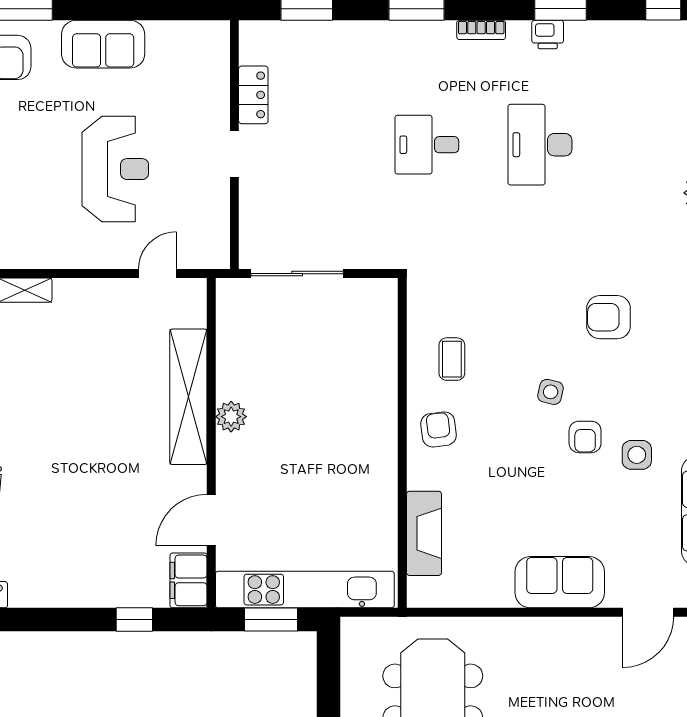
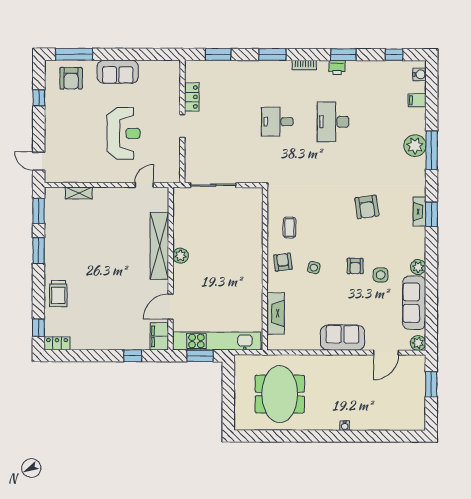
armchair: (609, 317) -> (367, 207), turned -98
side table: (551, 392) -> (314, 268), moved

